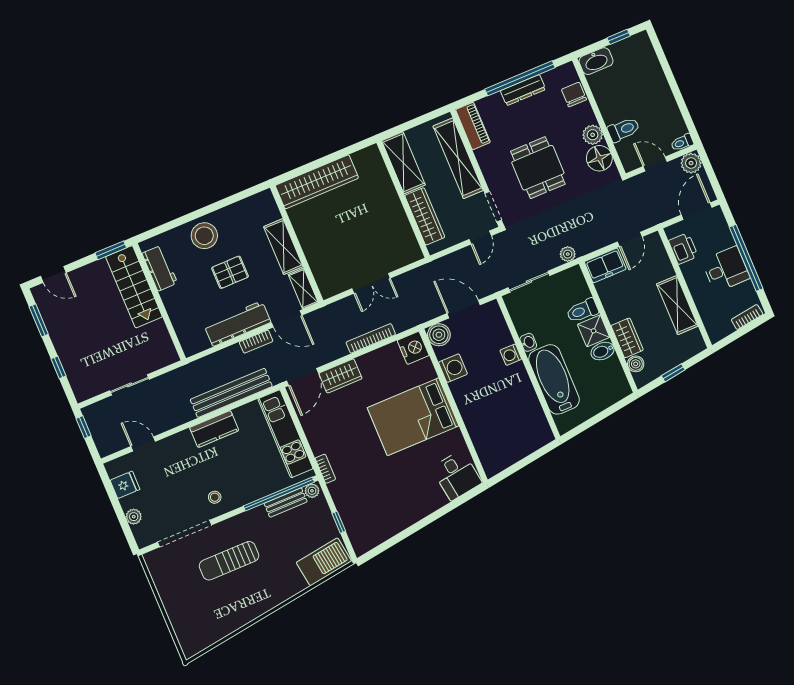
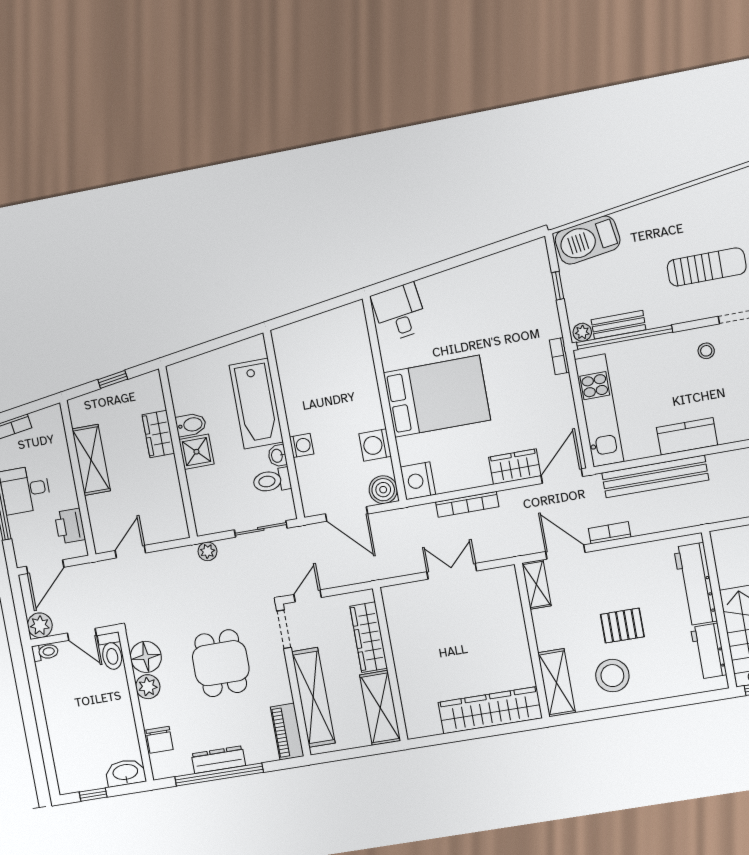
toilet: (624, 130) -> (111, 651), moved, turned -90
stool: (204, 236) -> (612, 676), moved
shelving: (283, 247) -> (557, 683), moved
freezer: (605, 265) -> (166, 527), removed
toilet: (582, 311) -> (272, 481), moved, turned 180
workbench: (237, 324) -> (695, 584), moved, turned 90
boiler: (636, 364) -> (155, 400), removed

